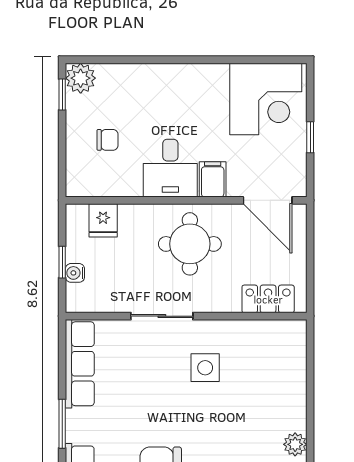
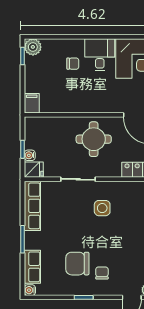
chair: (108, 140) -> (73, 64), moved
desk: (170, 168) -> (100, 55), moved, turned 180
filing cabinet: (213, 179) -> (32, 103), moved
fridge: (103, 220) -> (34, 170), moved, turned -90

